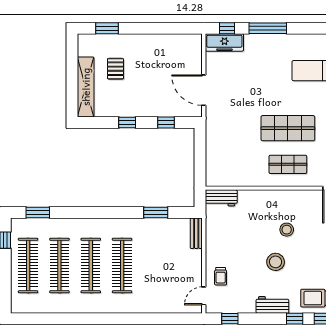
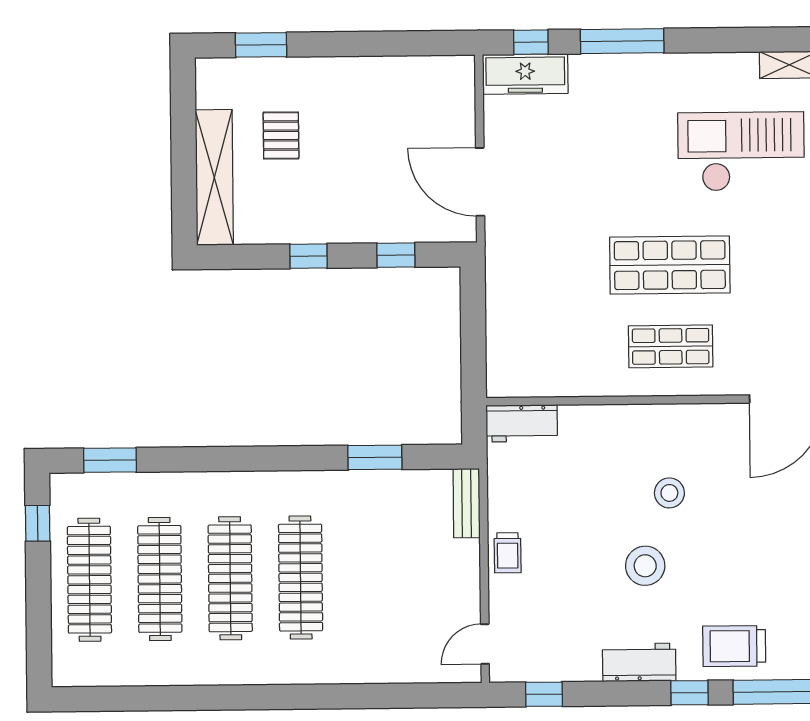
trolley: (221, 276) -> (508, 553), moved

